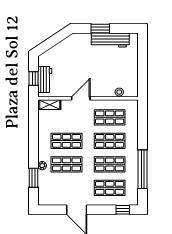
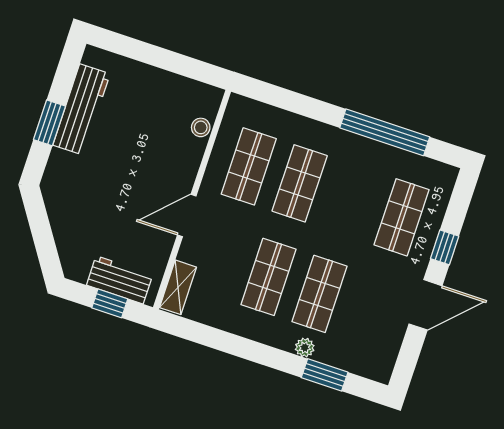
door: (81, 98) -> (187, 216), hinge flipped
shop shelf: (110, 164) -> (351, 200), removed
window: (123, 210) -> (445, 247), moved

